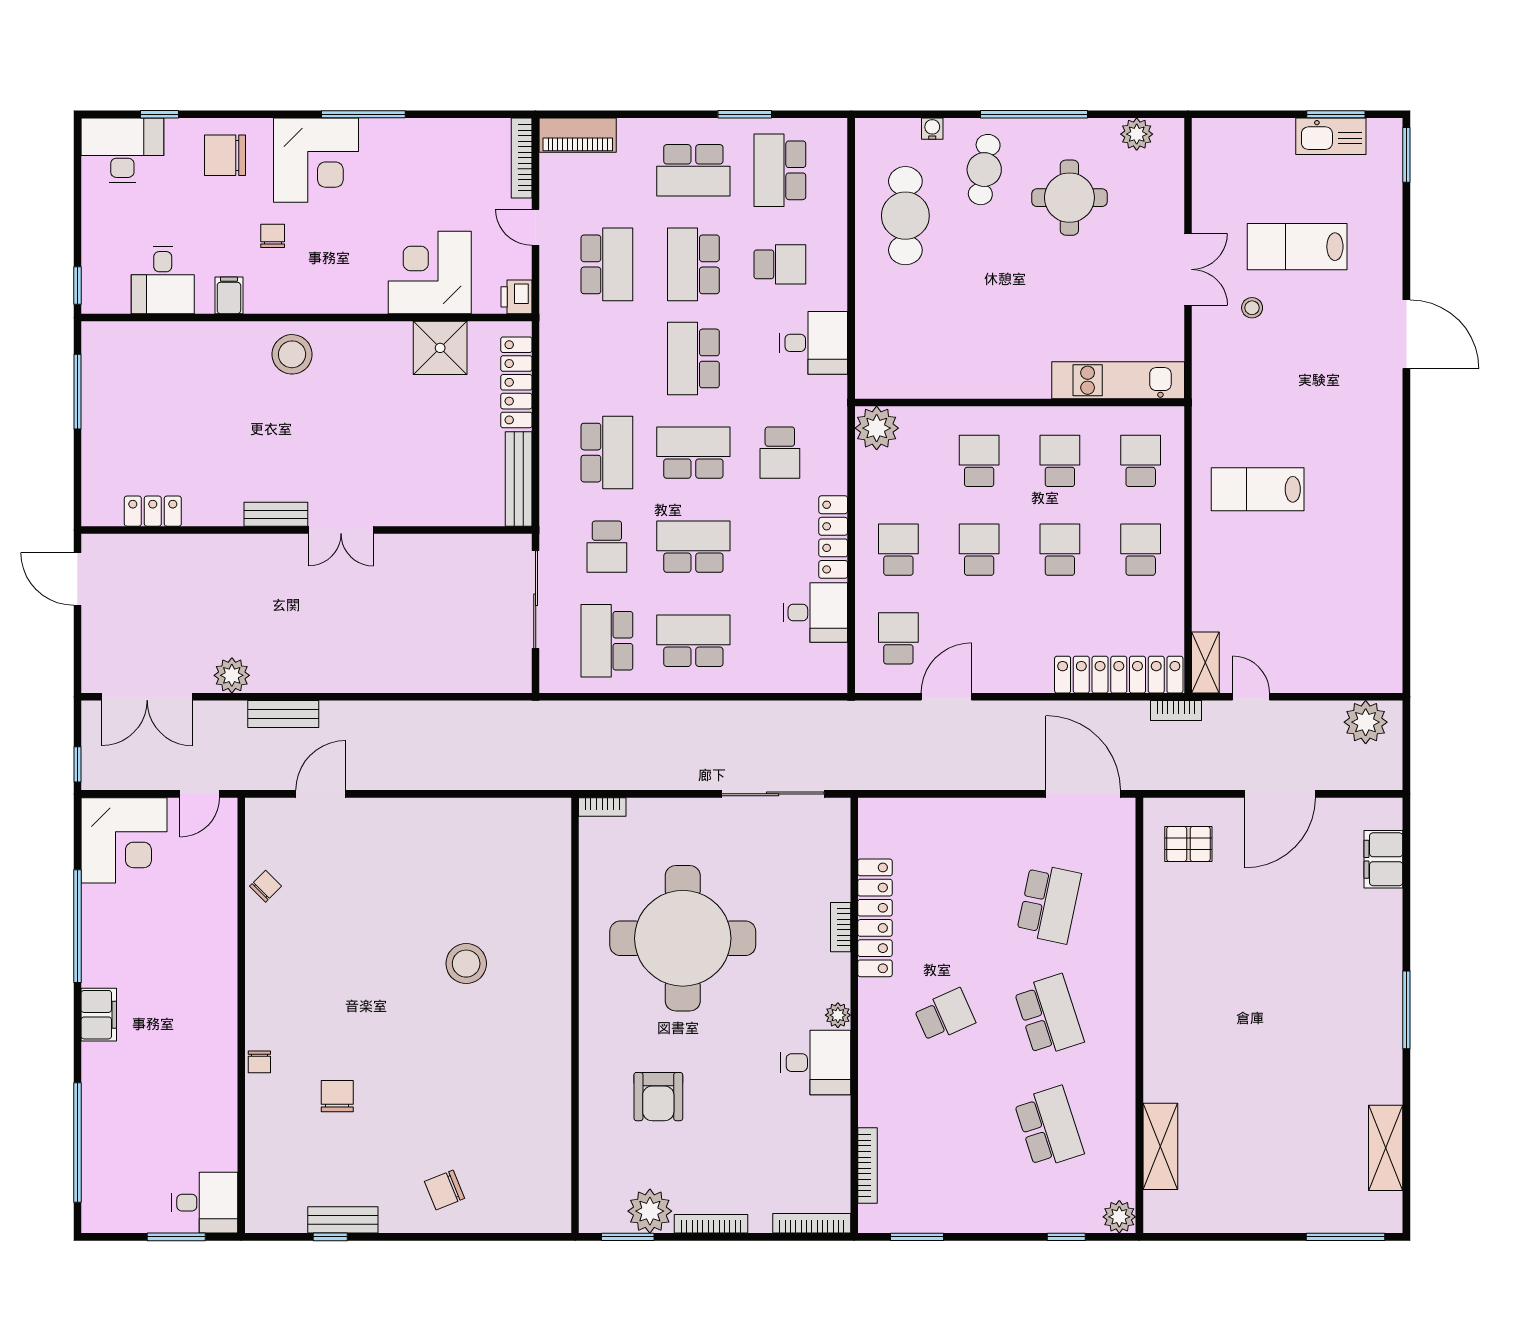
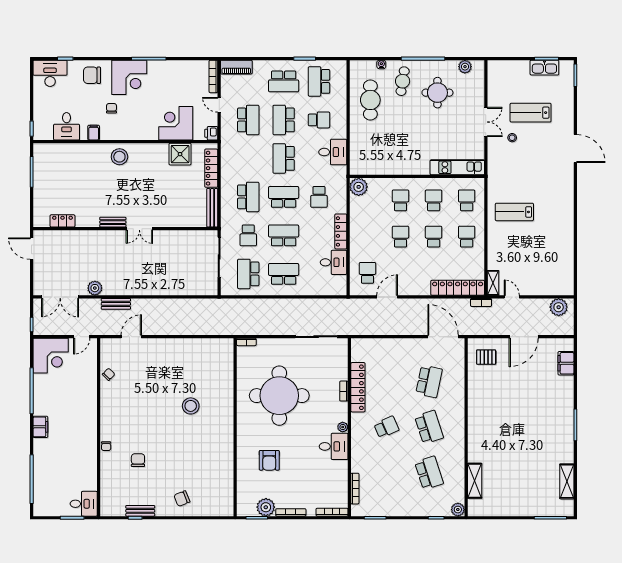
school desk: (898, 550) -> (367, 237), removed

